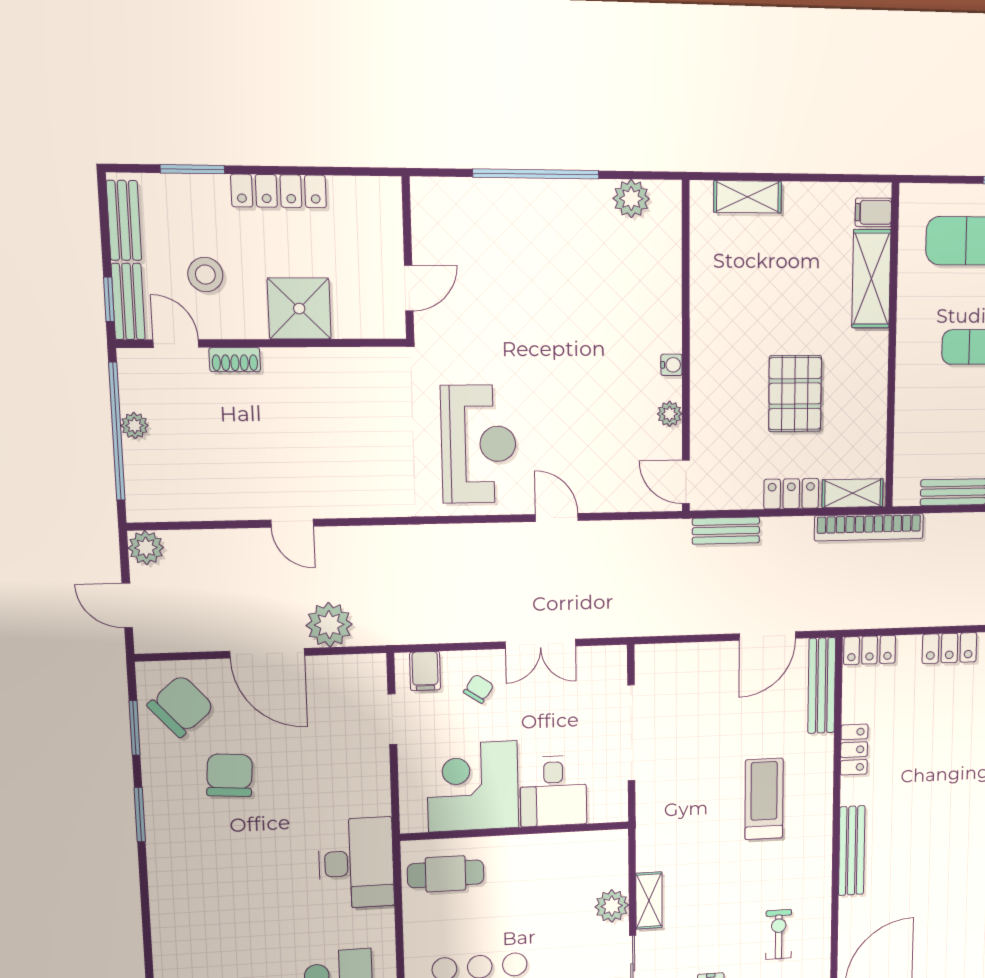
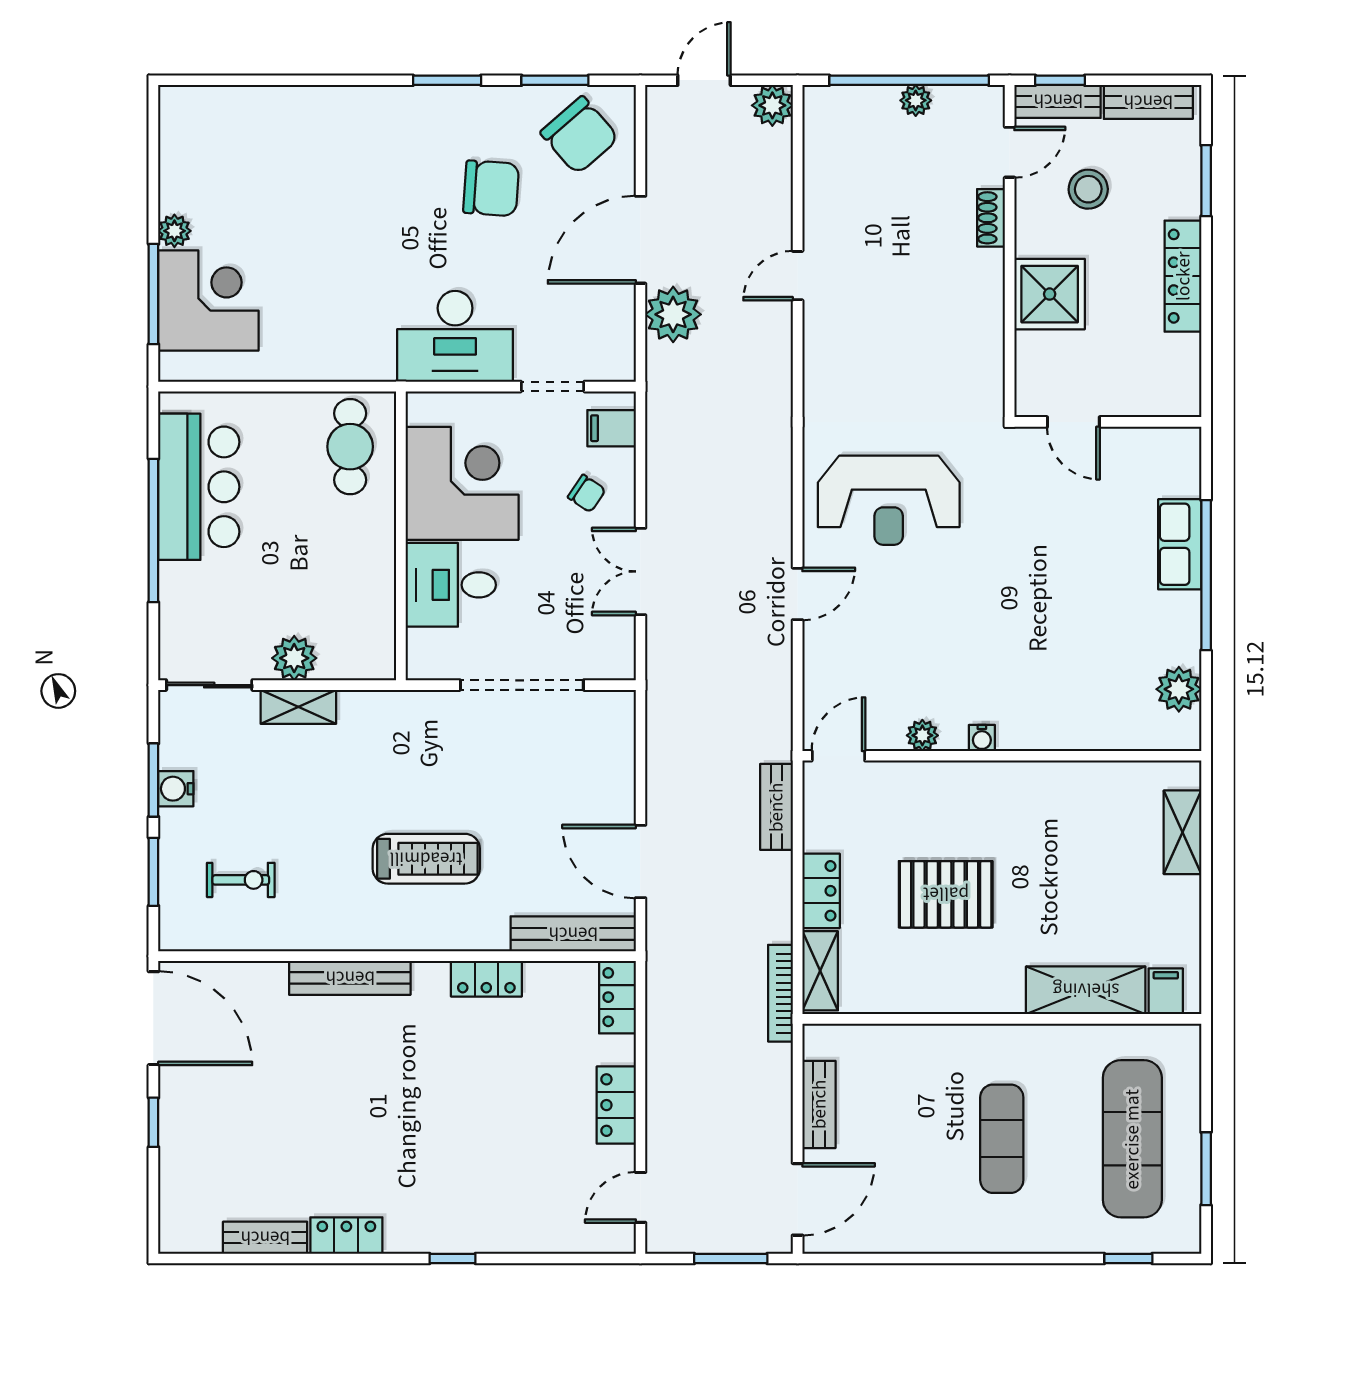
row of seats: (510, 196) -> (1180, 544), added
bookcase: (869, 527) -> (780, 993), width x0.68, depth x0.76
desk: (356, 863) -> (455, 336), moved

